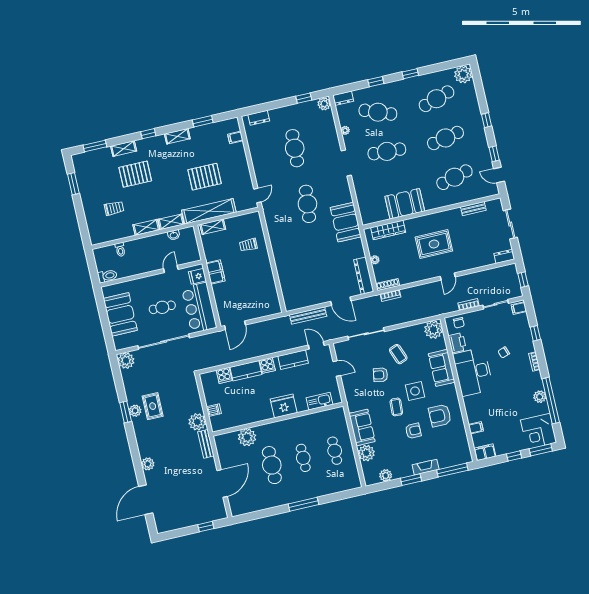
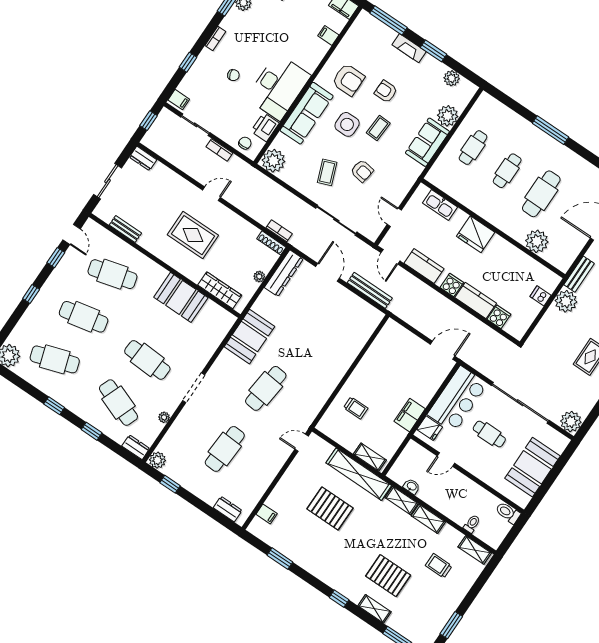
shelving: (177, 136) -> (475, 550), moved
sofa: (442, 368) -> (307, 113), width x1.36

